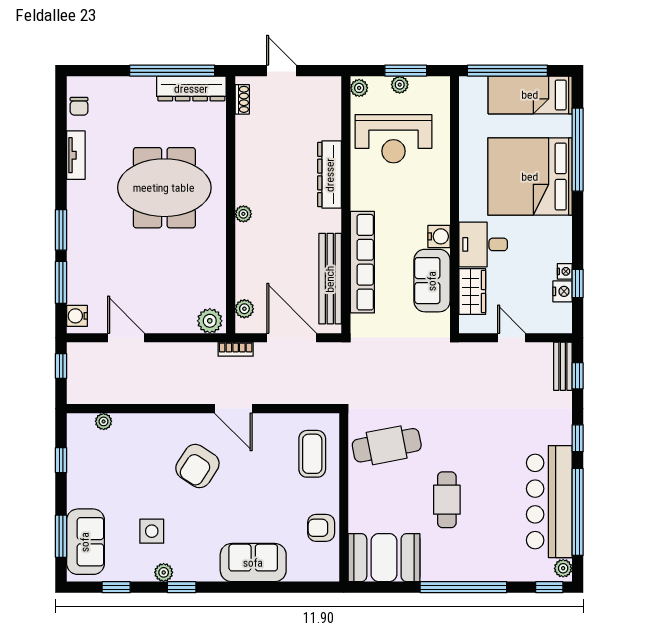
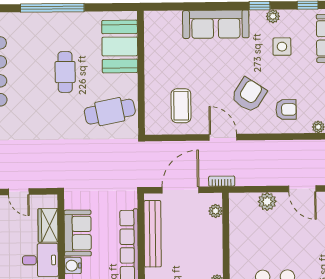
plant: (210, 321) -> (267, 202), moved
door: (292, 338) -> (180, 190), swing flipped
coffee table: (312, 454) -> (181, 106), moved
armchair: (321, 528) -> (286, 109), moved
booth: (384, 558) -> (120, 46), moved, turned 90
sofa: (253, 563) -> (216, 24), width x1.36

